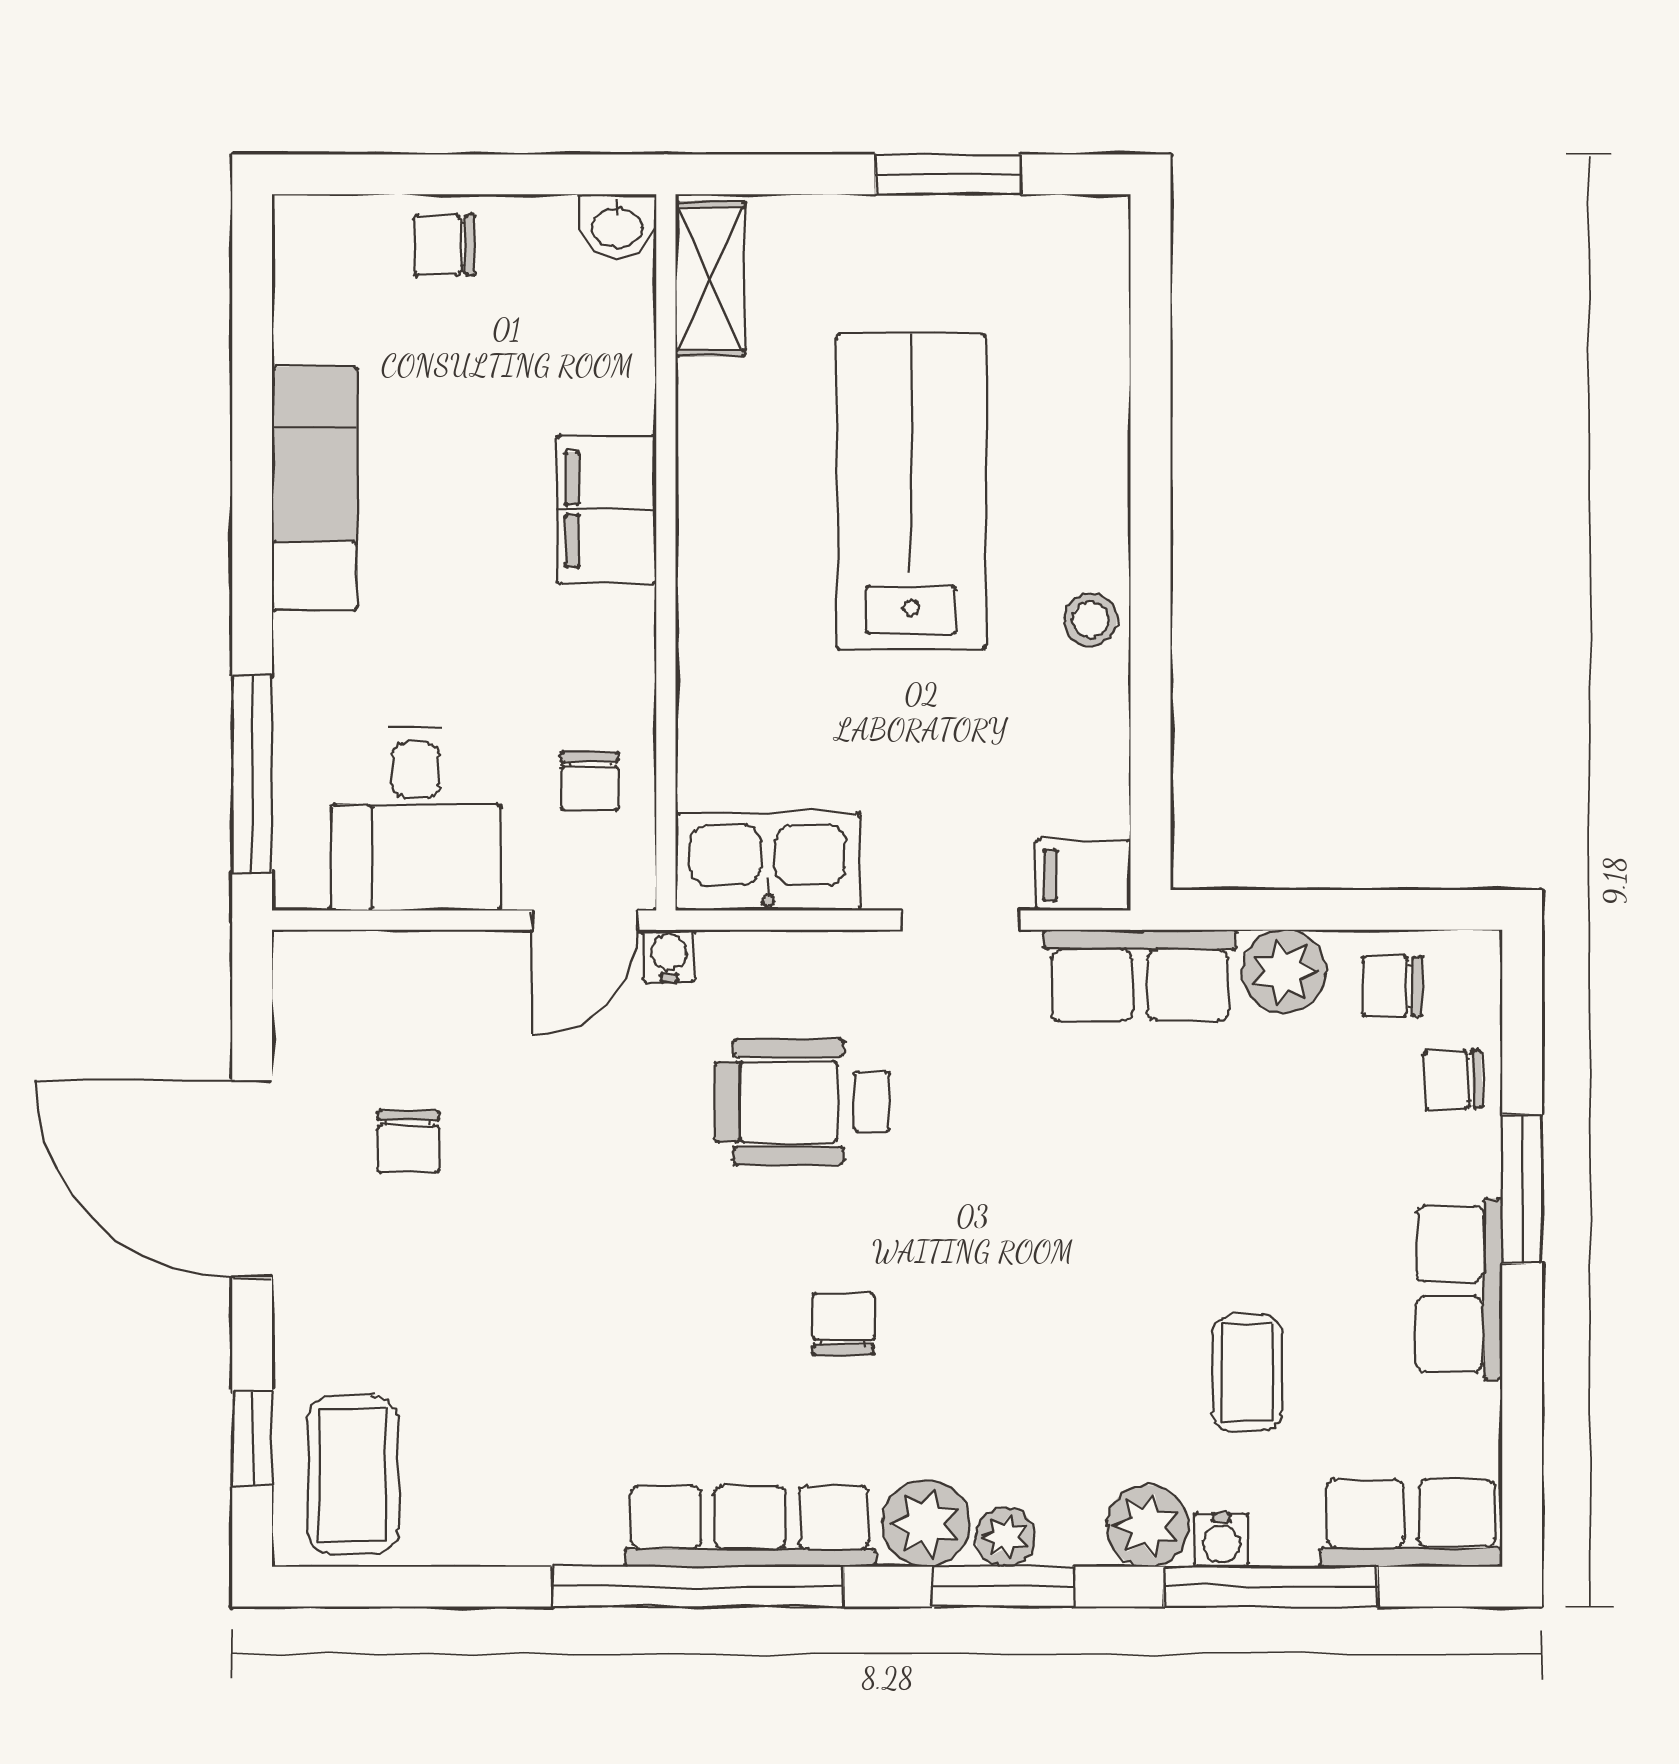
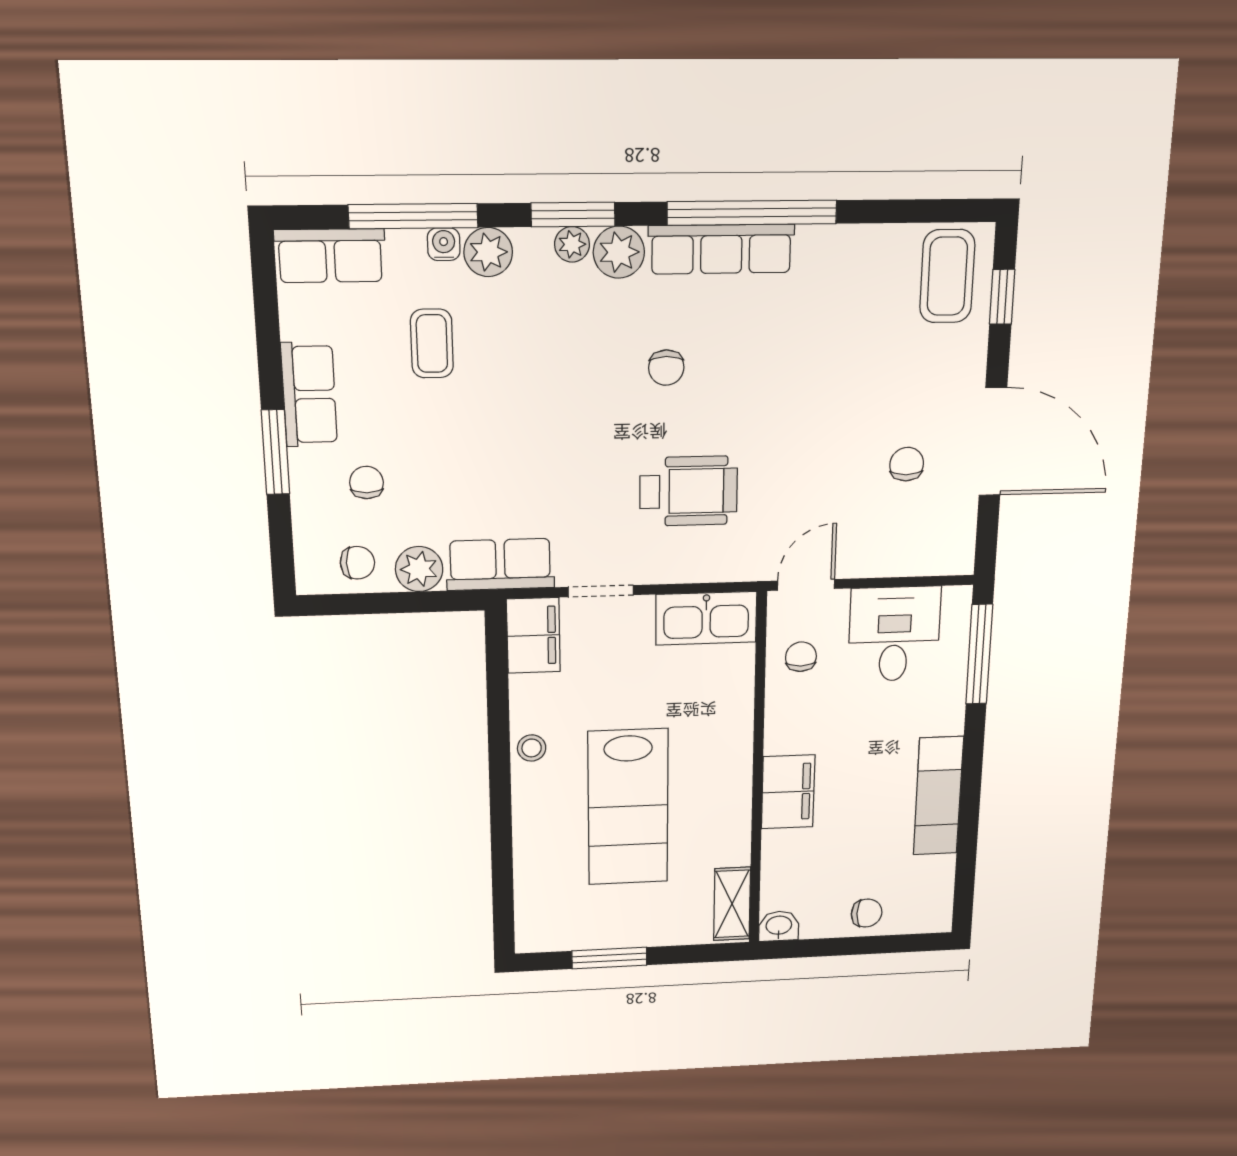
filing cabinet: (1083, 875) -> (533, 635), width x2.00
water cooler: (669, 956) -> (761, 567), removed
chair: (1453, 1080) -> (367, 483), moved, turned -88

